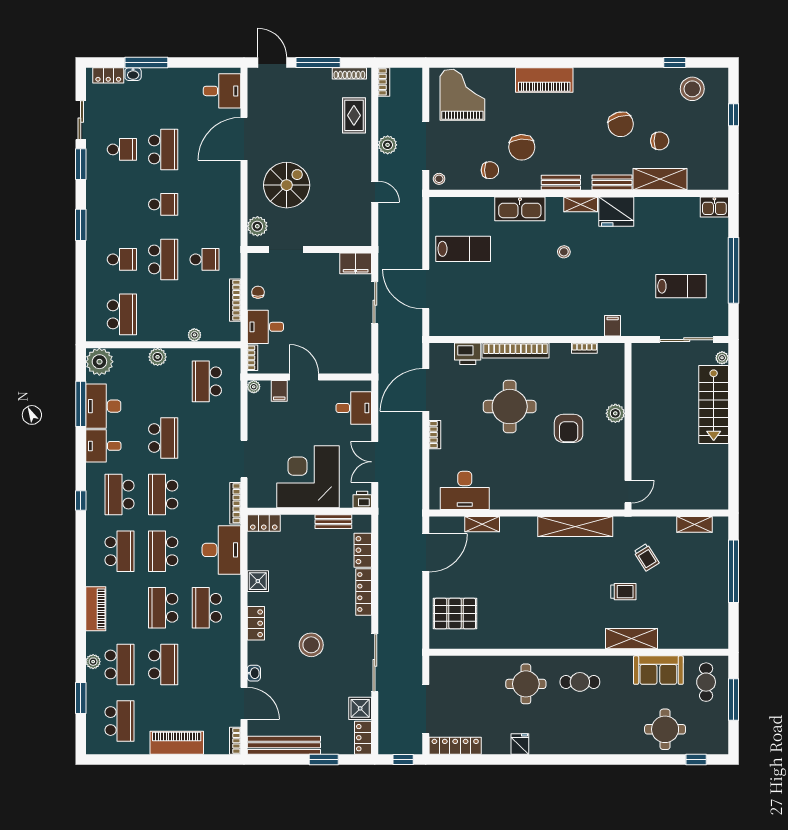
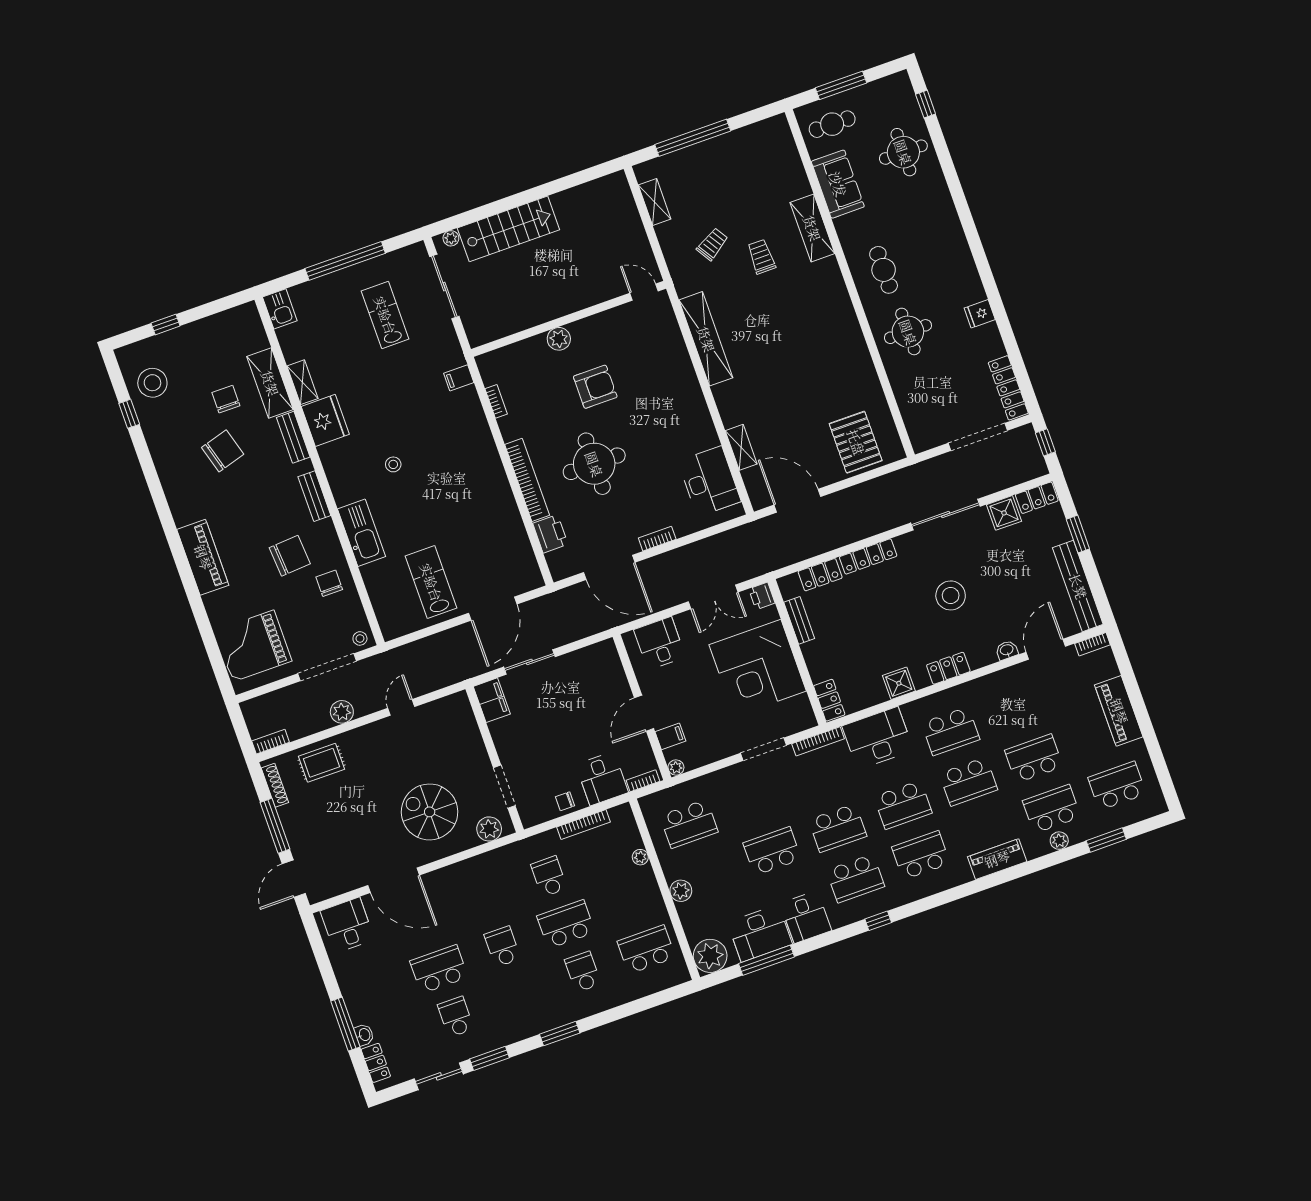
shelving: (581, 204) -> (302, 382), moved

